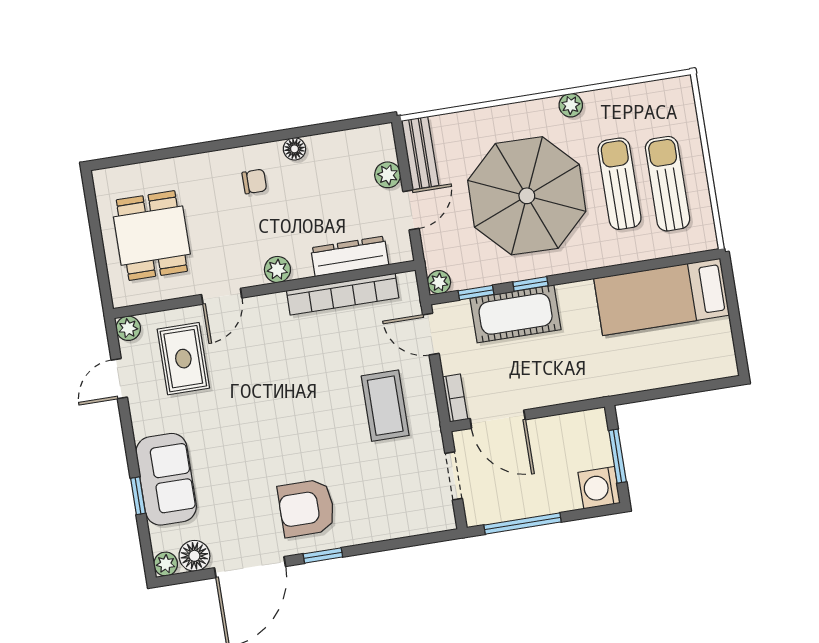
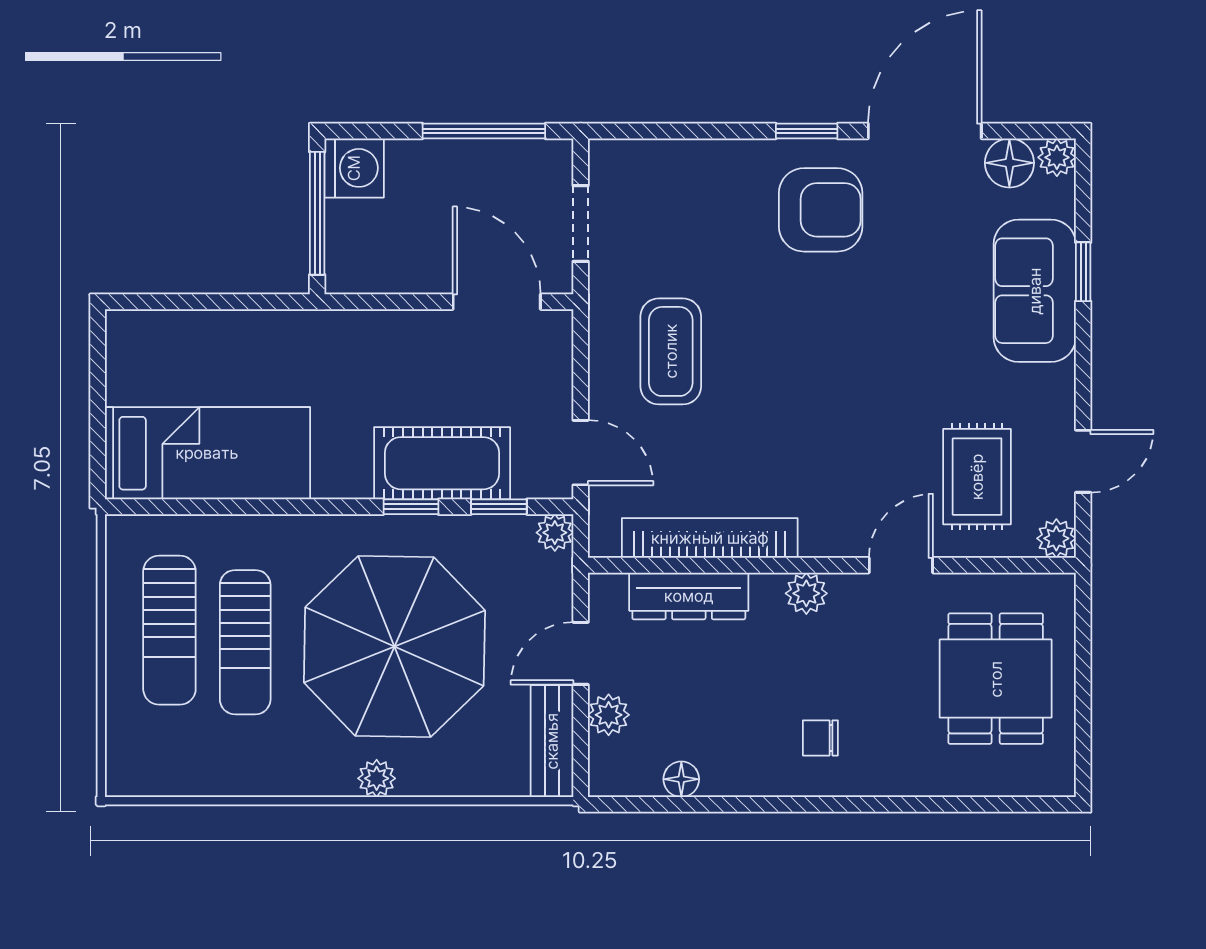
plant: (571, 105) -> (377, 778), moved
floor lamp: (294, 149) -> (681, 779), moved
bookcase: (455, 398) -> (559, 346), removed
window: (618, 456) -> (317, 213), width x1.44

